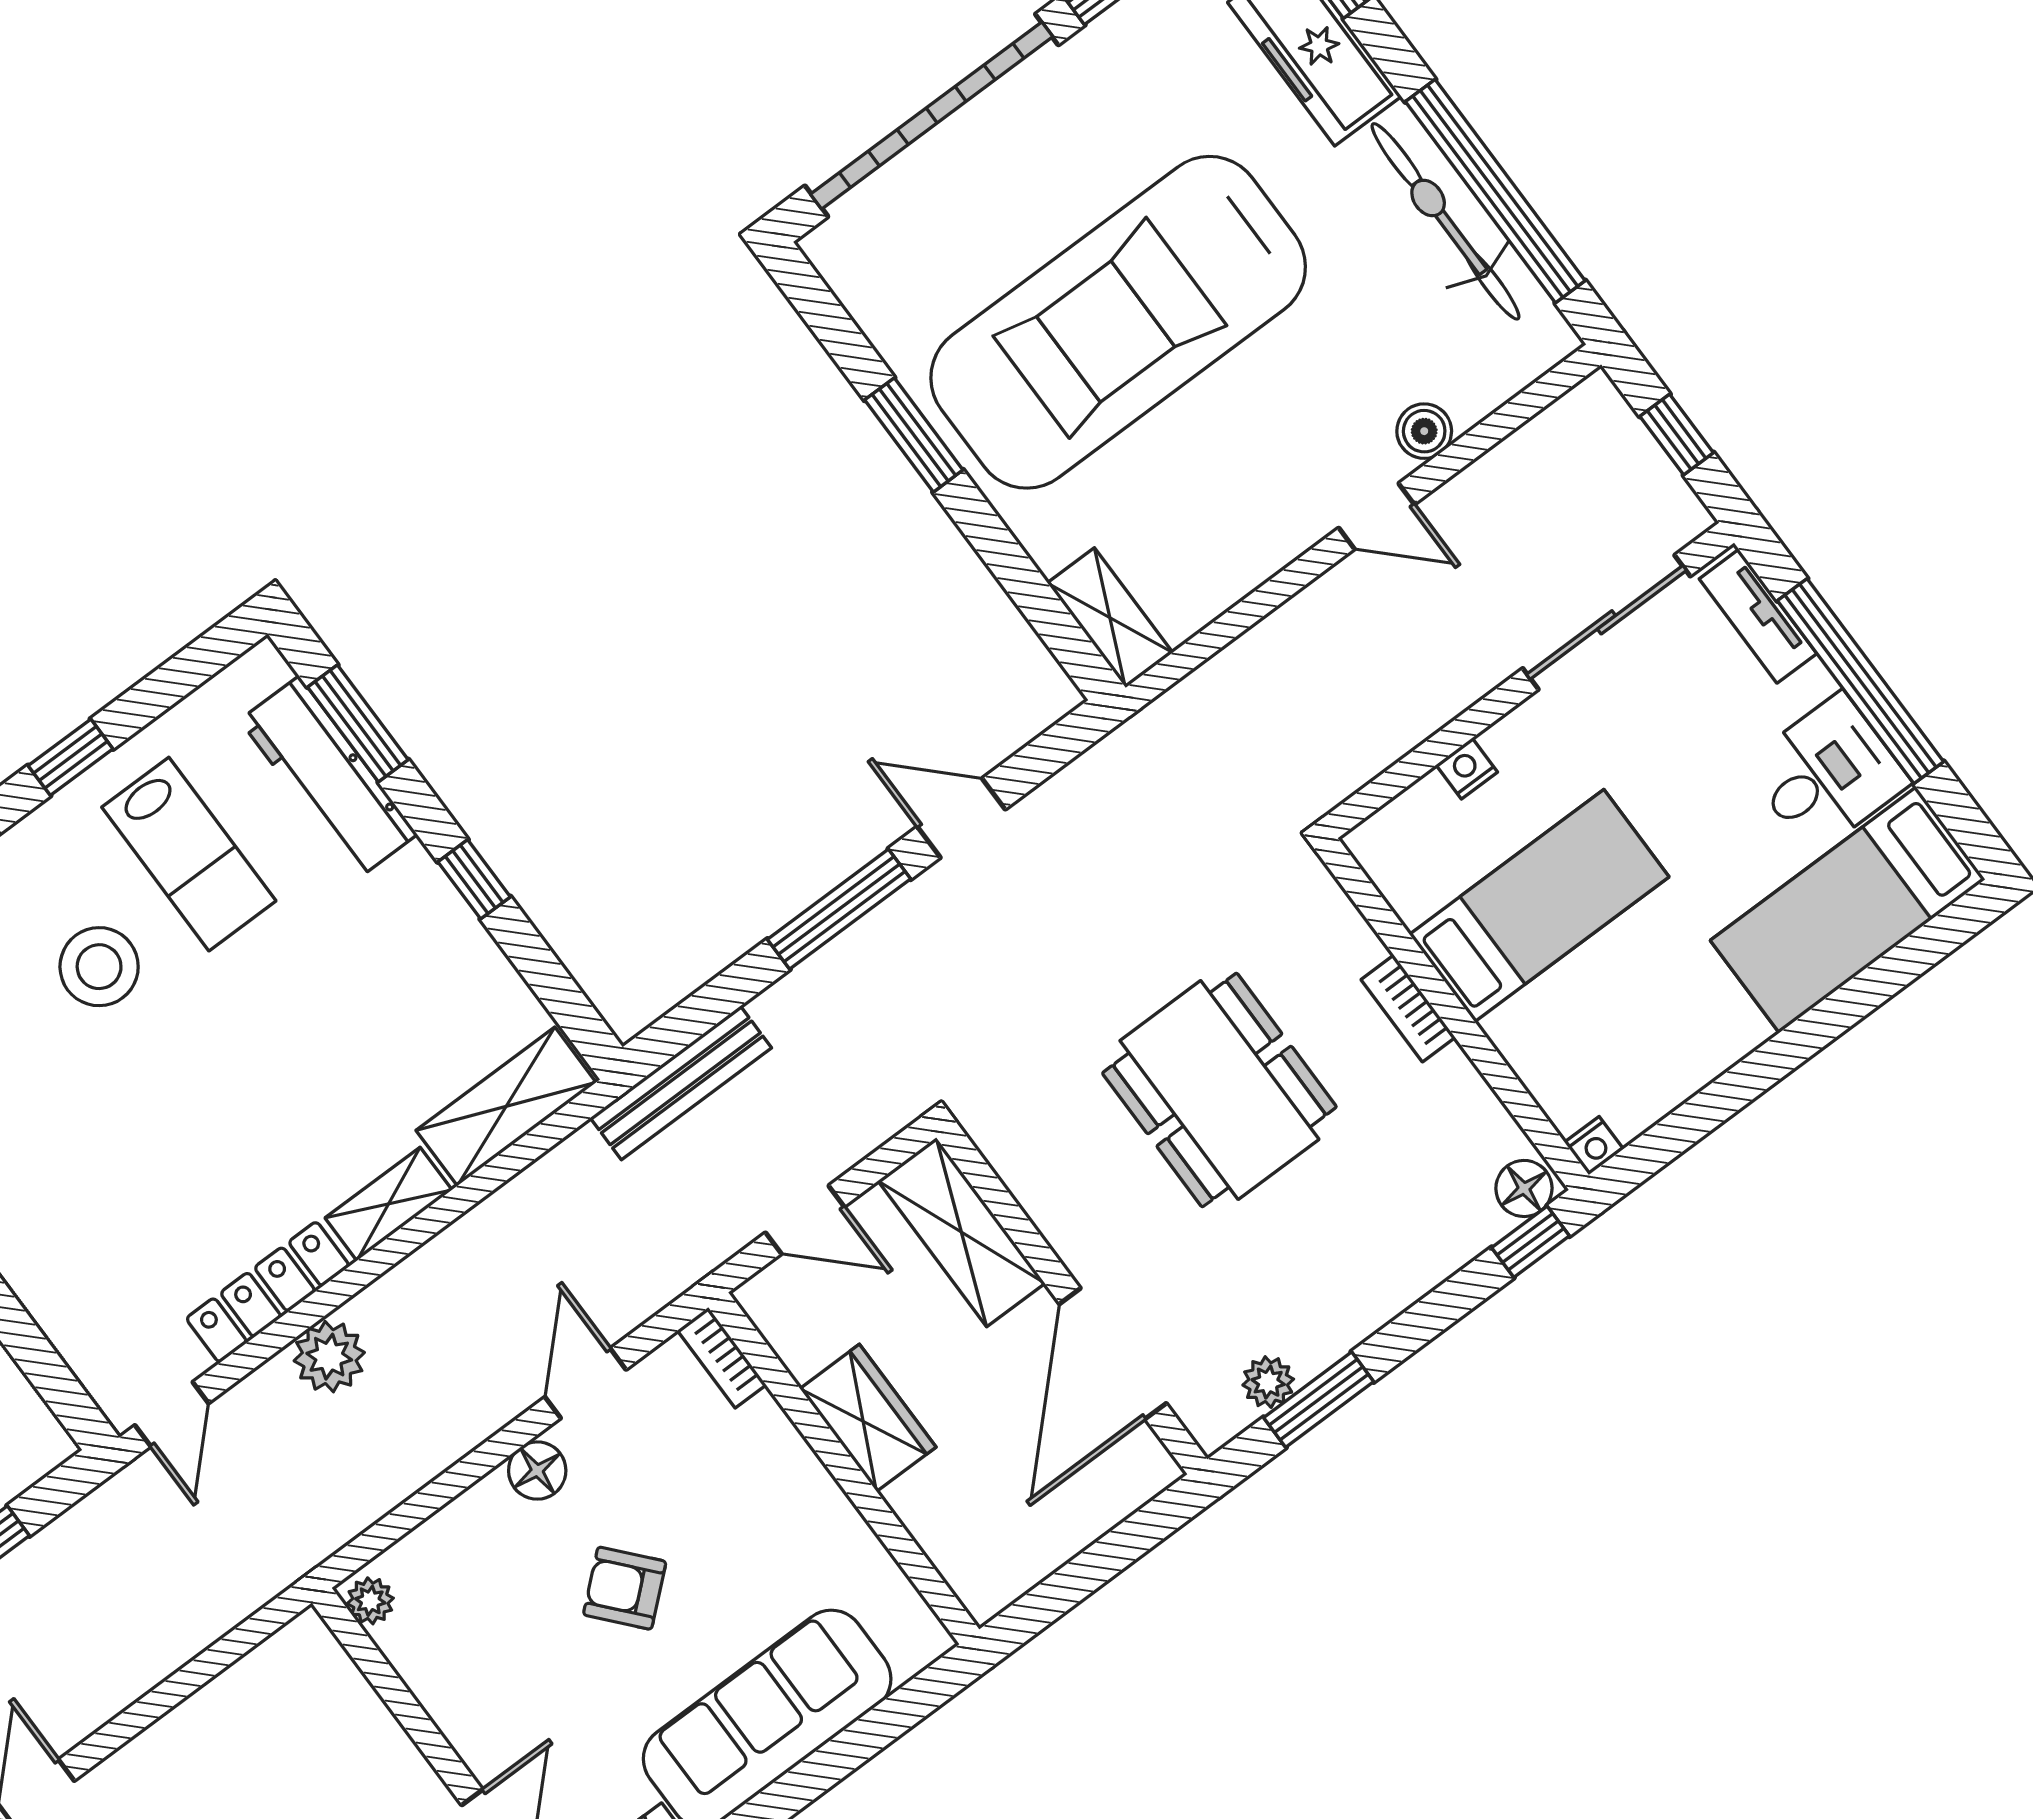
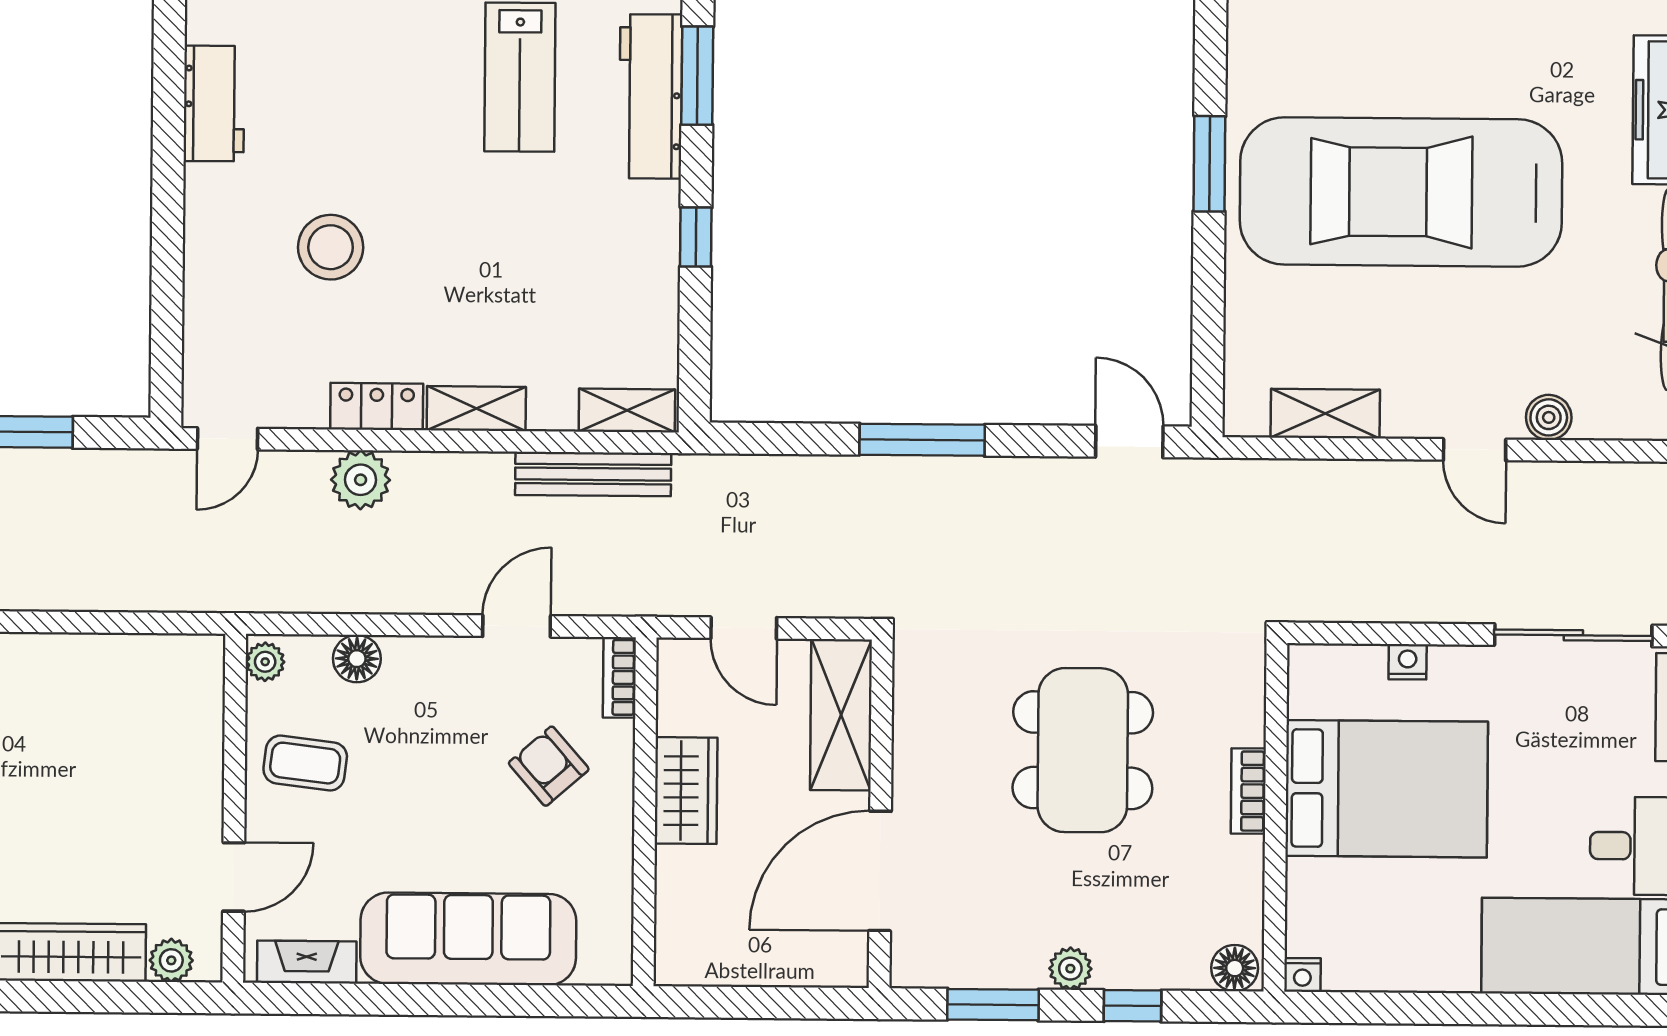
shelving: (1110, 618) -> (1325, 414), moved, turned 90
door: (961, 818) -> (1129, 442), moved
bed: (1539, 906) -> (1387, 789), width x1.50
stool: (99, 967) -> (331, 247), moved
bench: (681, 1083) -> (593, 474), moved
shelving: (506, 1106) -> (627, 410), width x0.67, depth x0.75
window: (1530, 1242) -> (1132, 1006), moved
locker: (268, 1292) -> (377, 406), width x0.66
plant: (1268, 1382) -> (1070, 969), moved
floor lamp: (537, 1471) -> (357, 659), moved
armchair: (625, 1588) -> (549, 766), moved
coffee table: (482, 1669) -> (305, 763), added

